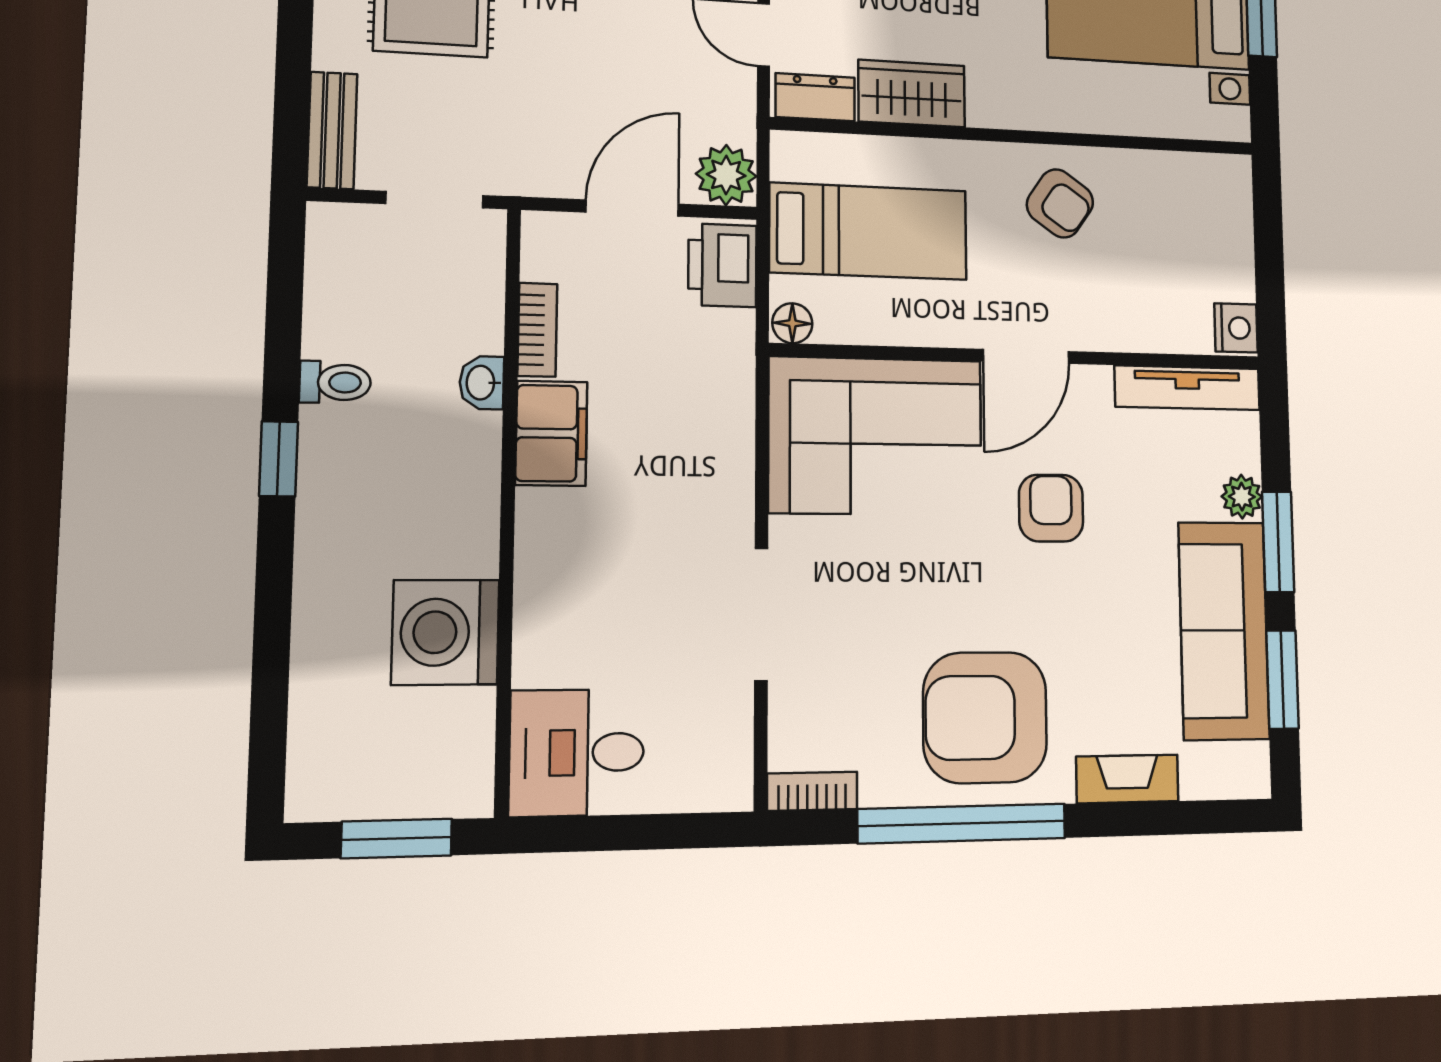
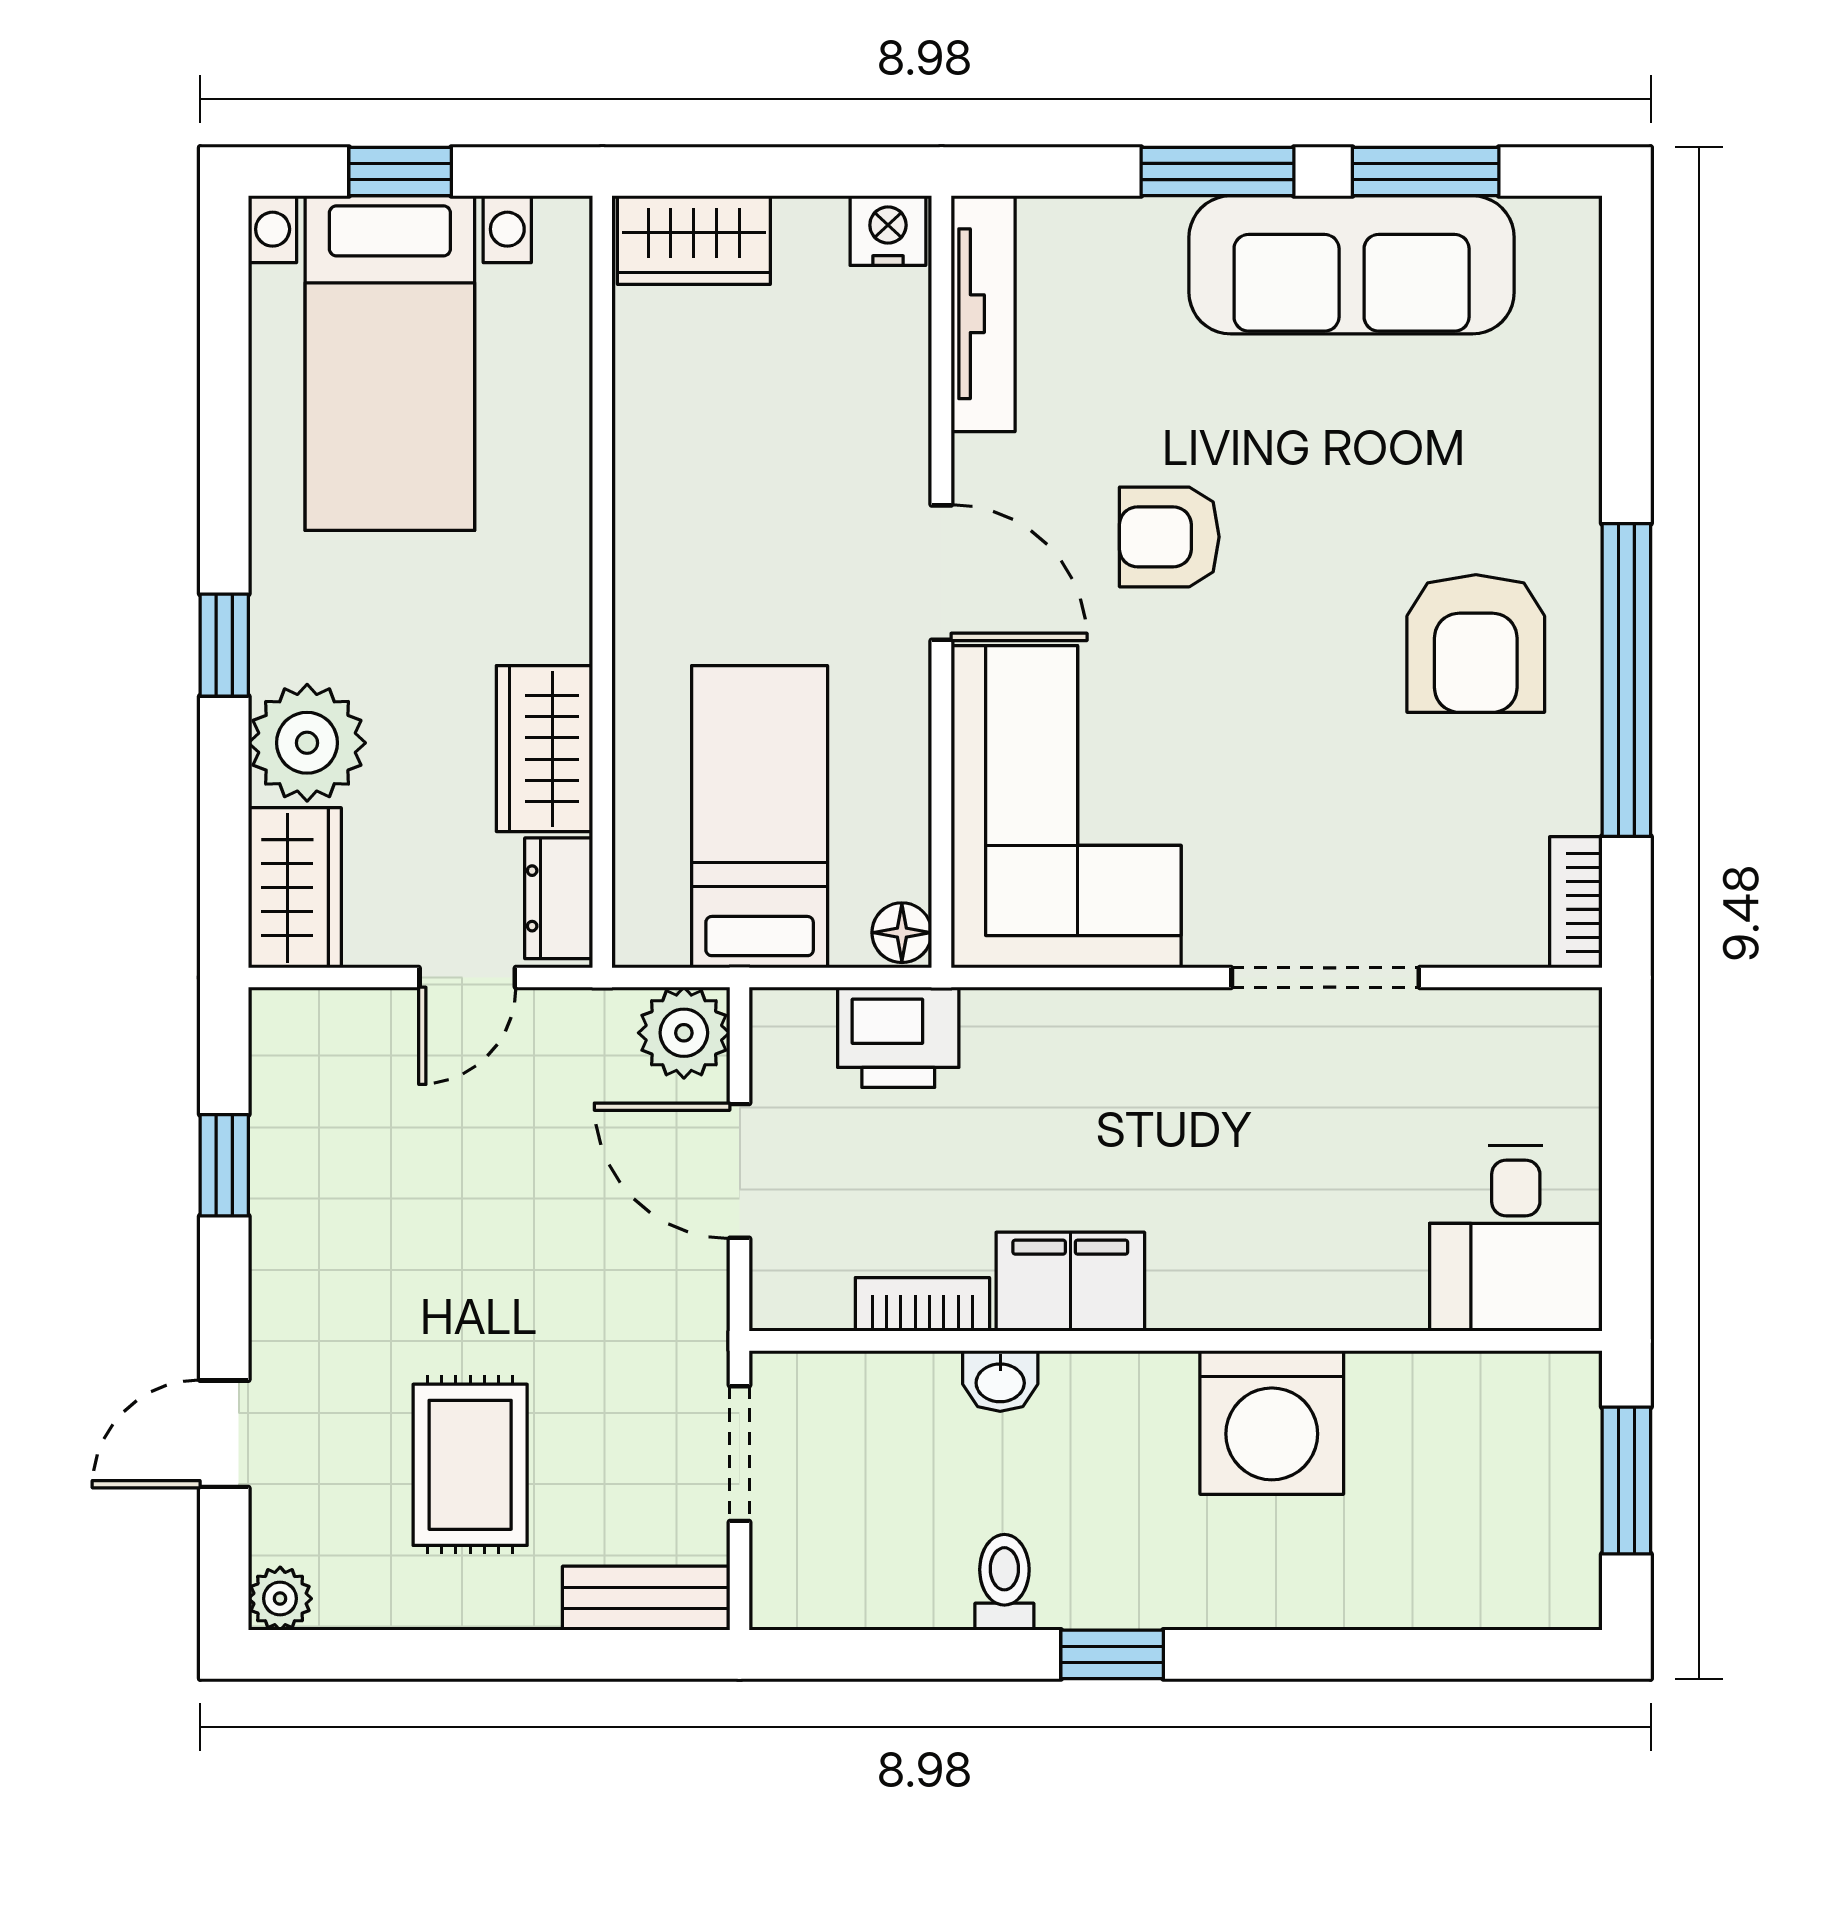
armchair: (1060, 203) -> (704, 515), removed
wardrobe: (1227, 205) -> (694, 240), added
printer: (722, 265) -> (898, 1037), moved
plant: (1242, 497) -> (1149, 229), removed
washing machine: (445, 632) -> (1272, 1422), moved
armchair: (985, 717) -> (1476, 644), width x0.73, depth x0.73
fireplace: (1127, 779) -> (1568, 425), removed

